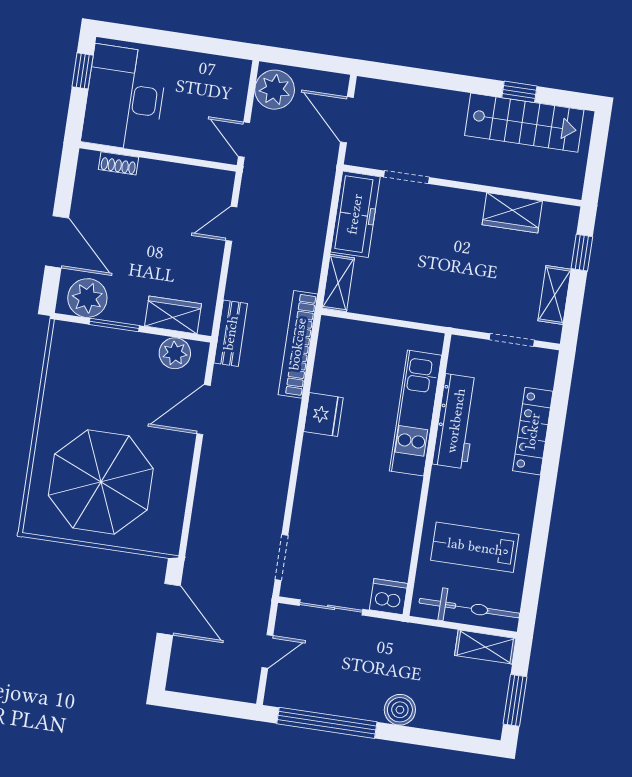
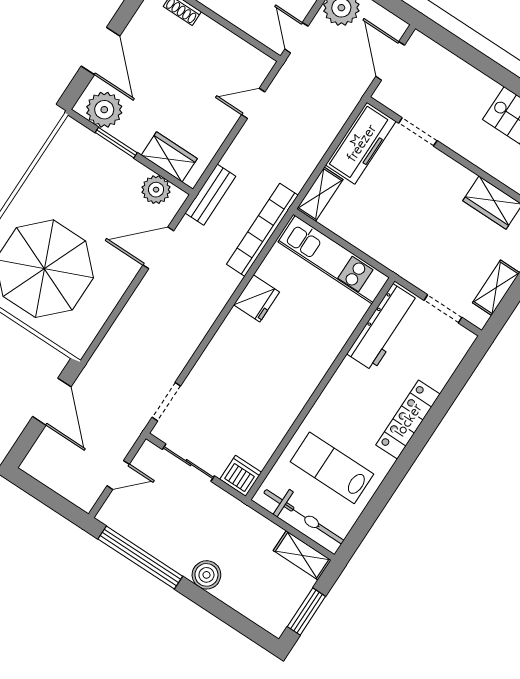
kitchen unit: (416, 413) -> (334, 260), moved, turned -90
workbench: (456, 421) -> (383, 327), moved
locker: (533, 431) -> (408, 420), moved

